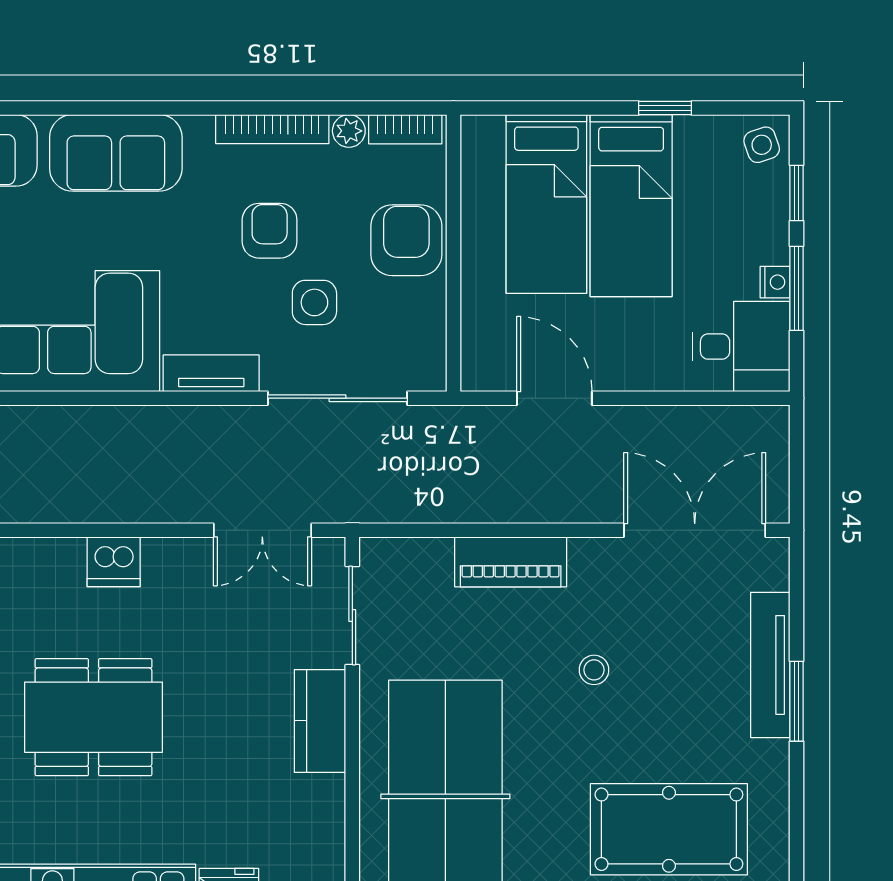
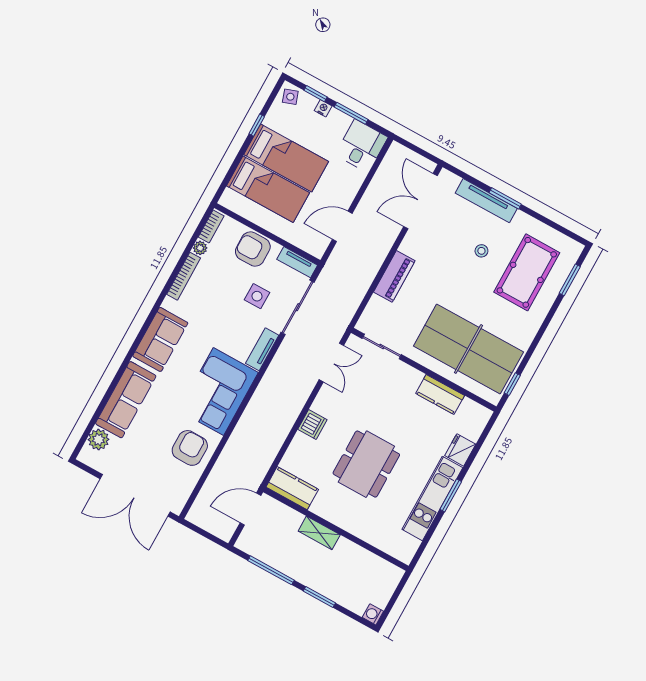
armchair: (270, 231) -> (221, 298), removed
nightstand: (775, 282) -> (323, 108), moved
tv unit: (430, 346) -> (297, 262), added
stool: (594, 670) -> (481, 251), moved
kitchen counter: (320, 721) -> (440, 394), moved

